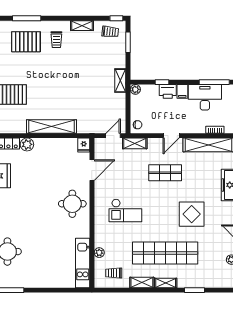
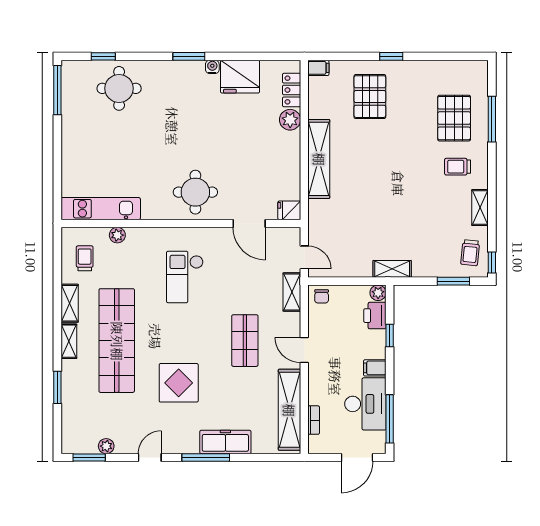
printer: (168, 91) -> (375, 316), moved

